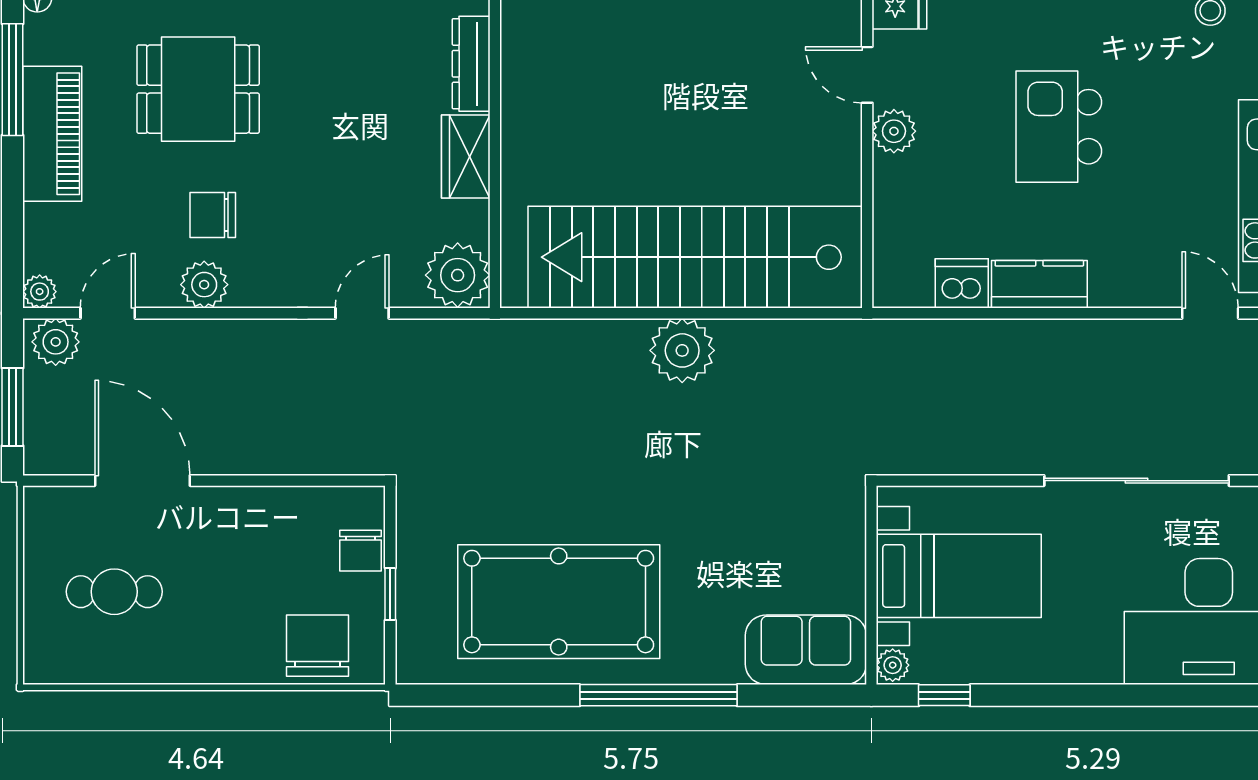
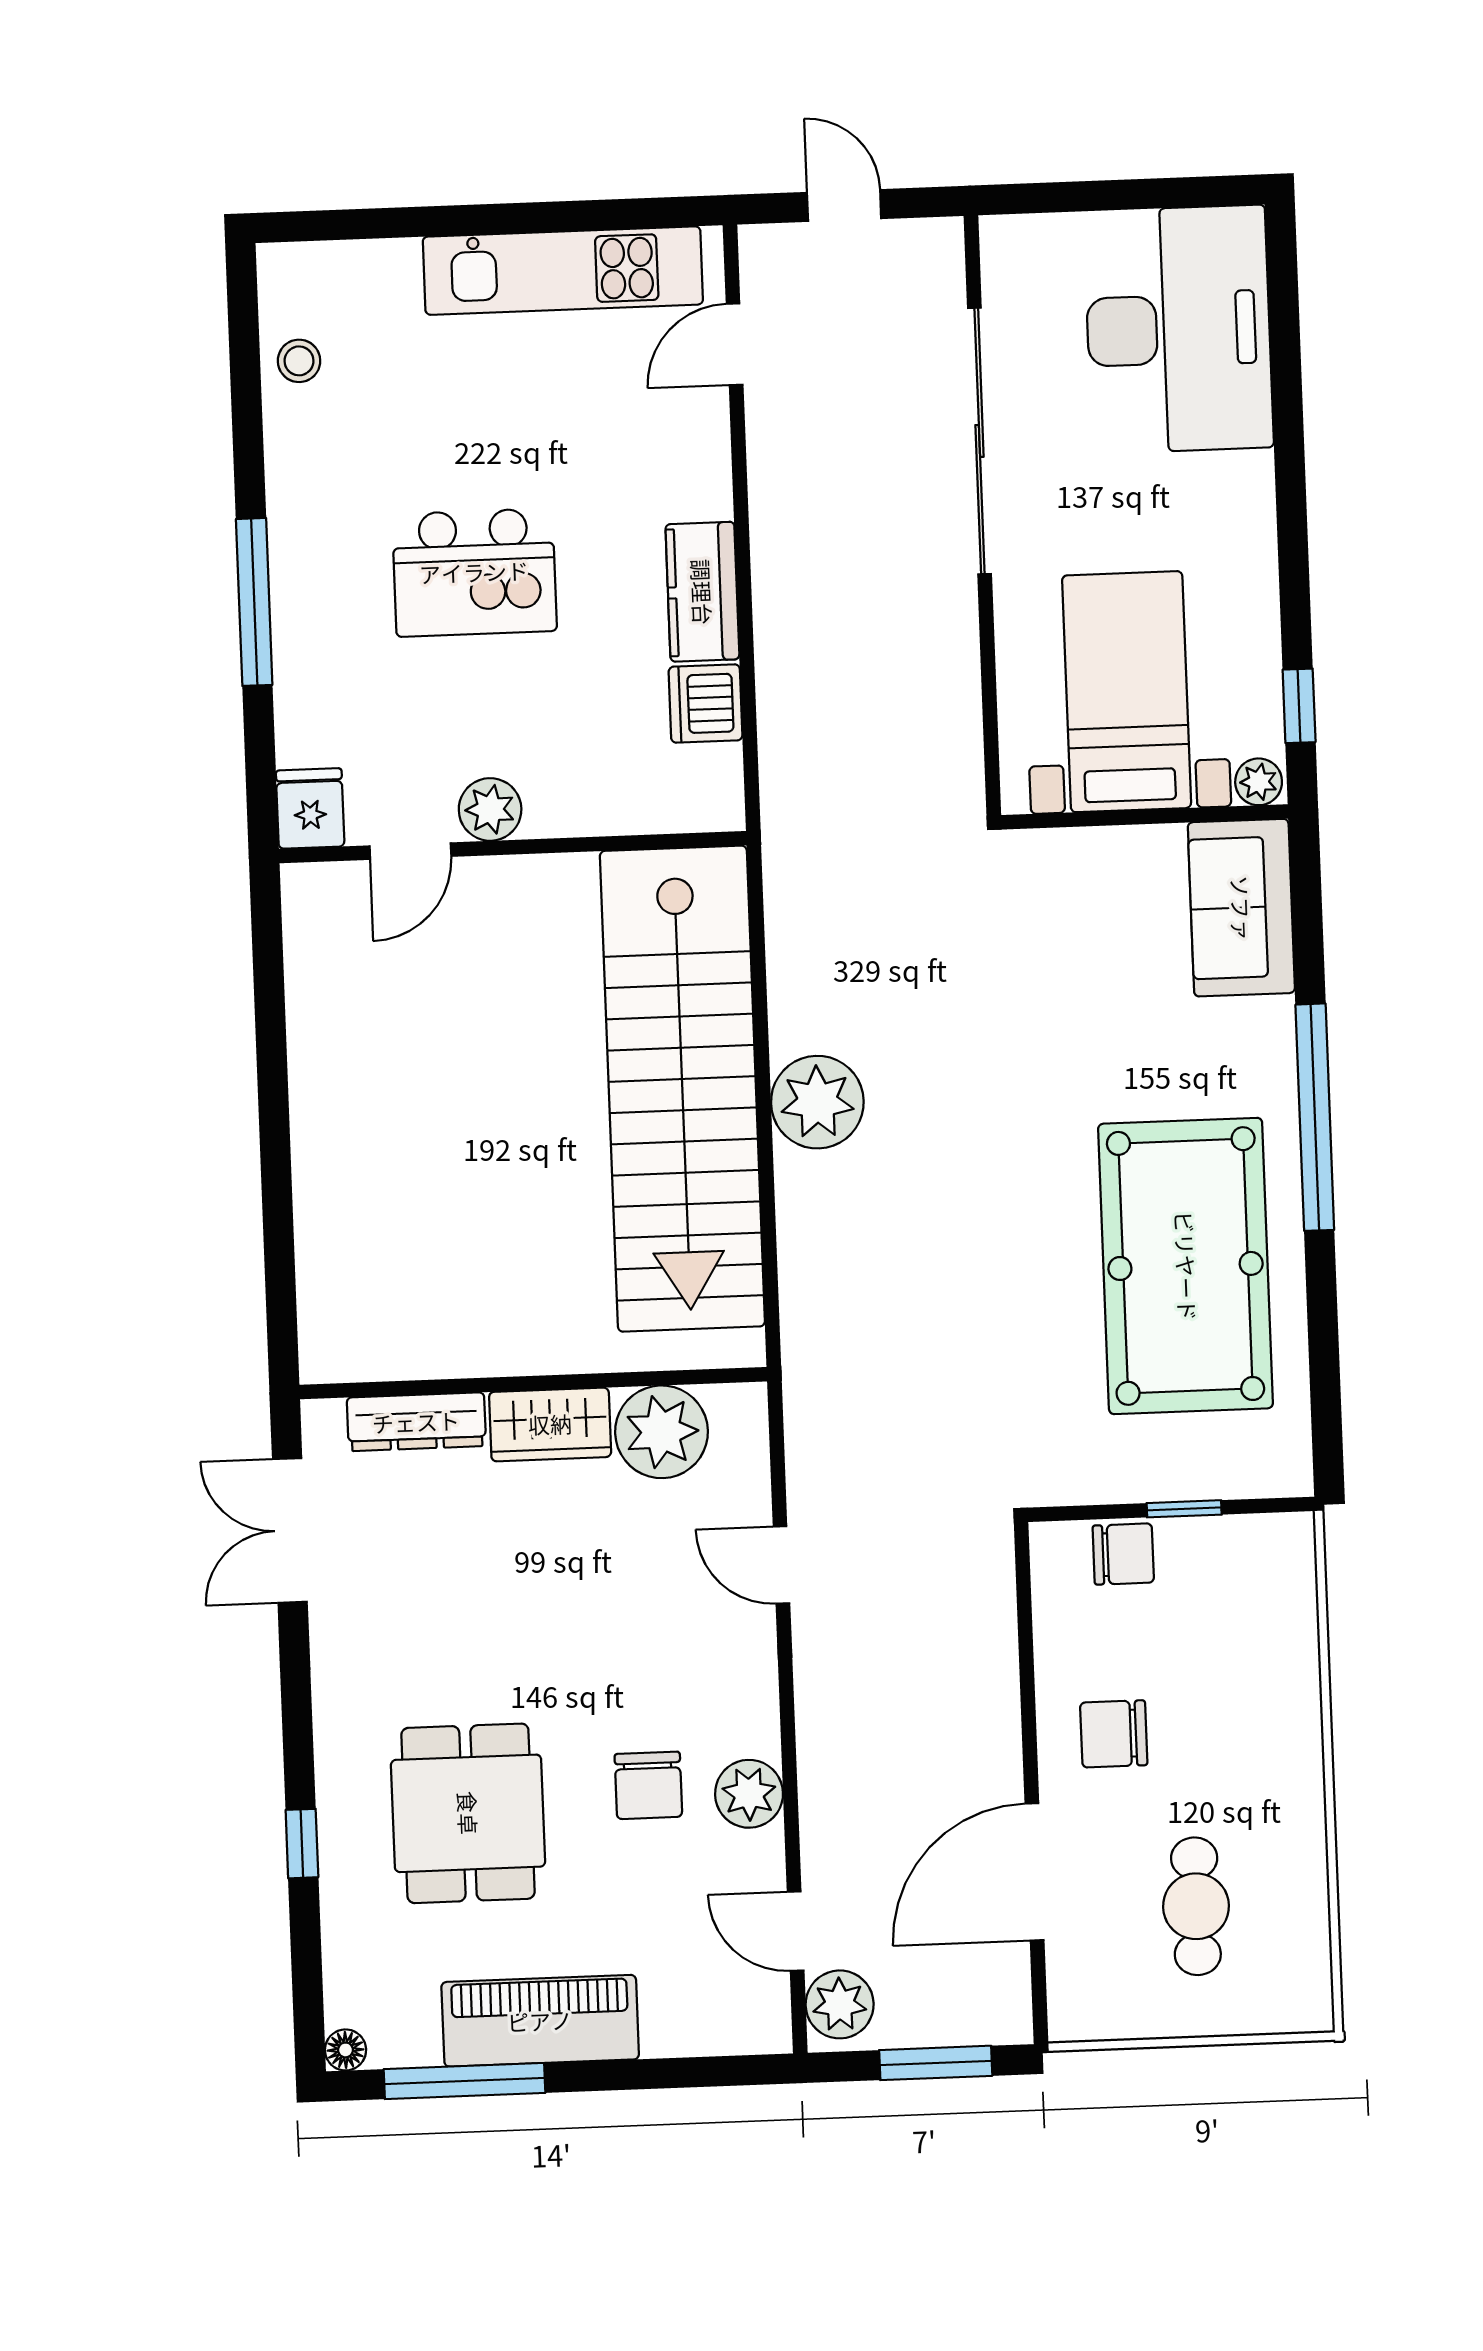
plant: (458, 275) -> (662, 1432), moved
plant: (40, 292) -> (768, 2030), removed
chair: (317, 646) -> (1114, 1734), moved, width x0.73, depth x0.73

